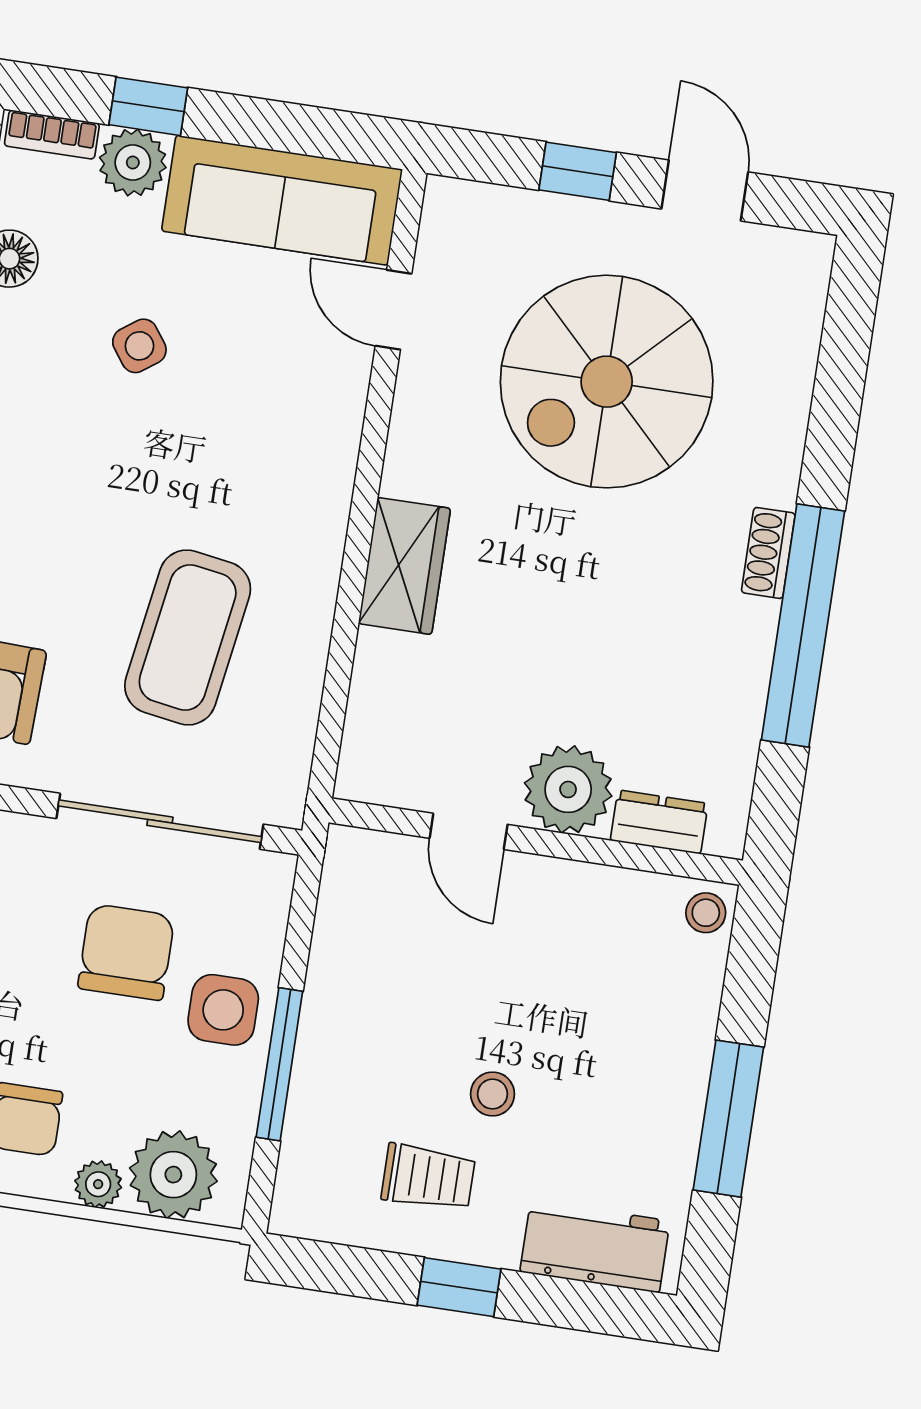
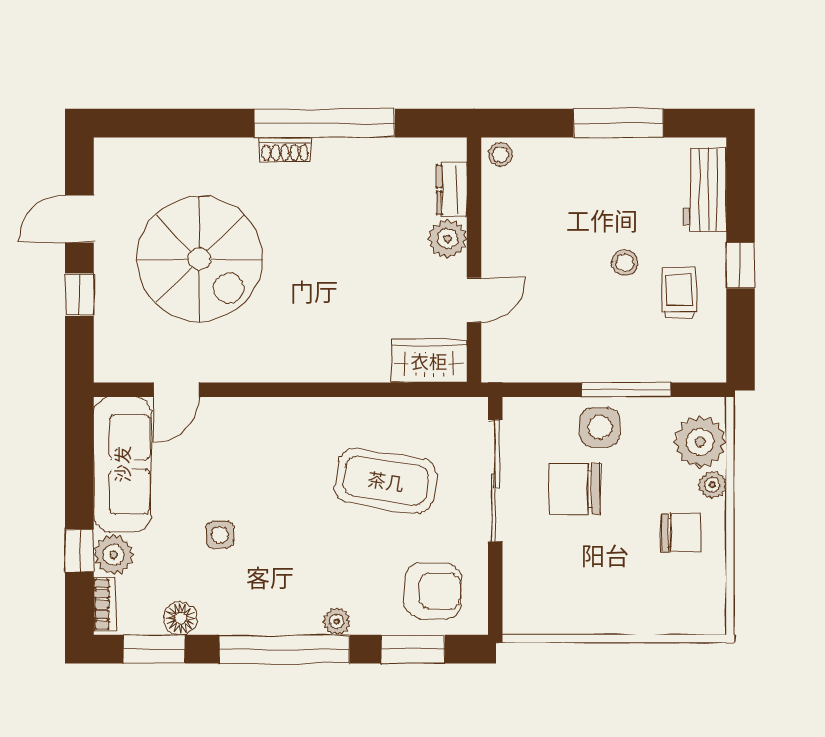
side table: (139, 346) -> (220, 535), turned 36
wardrobe: (404, 566) -> (429, 361), moved
plant: (568, 789) -> (448, 239), width x0.73, depth x0.73

